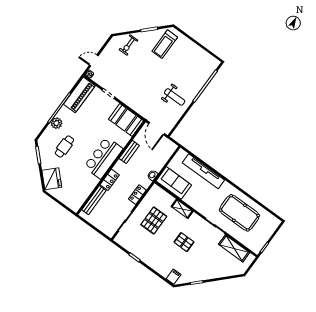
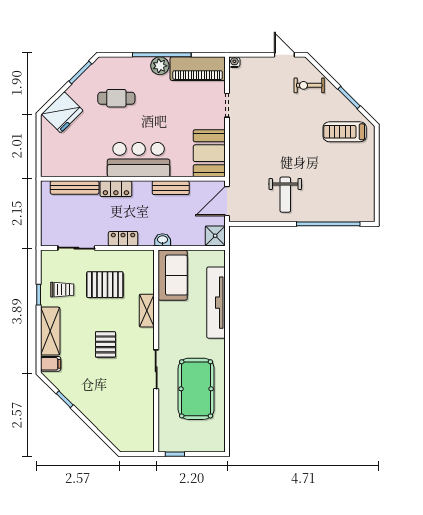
door: (94, 61) -> (284, 55), moved
plant: (56, 123) -> (160, 66), moved
shower: (170, 147) -> (215, 236), added
trolley: (141, 244) -> (62, 290), added
shelving: (234, 248) -> (50, 331), moved

